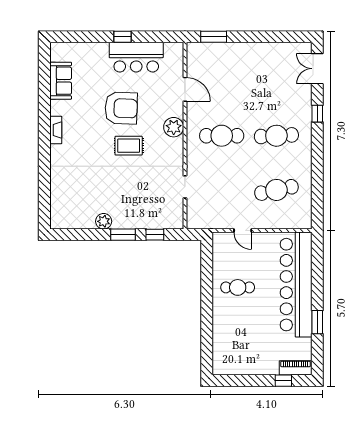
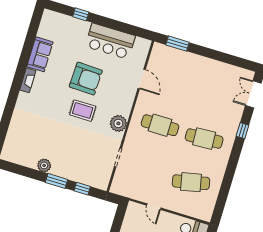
window: (123, 37) -> (81, 14), moved
sofa: (61, 81) -> (40, 54), moved
plant: (174, 127) -> (118, 123), moved

